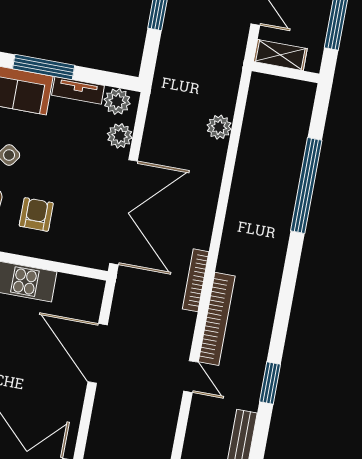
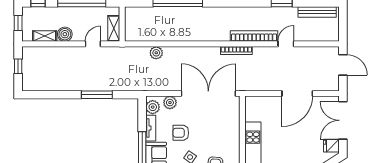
armchair: (36, 214) -> (181, 133), moved
door: (98, 353) -> (297, 94), moved

